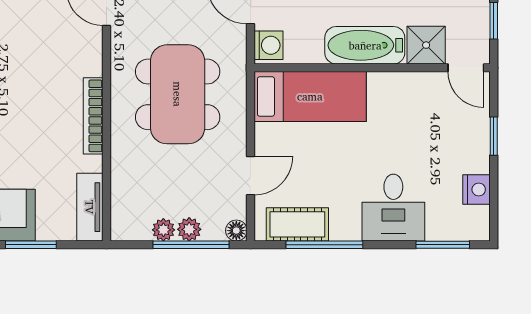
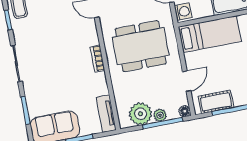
dining table: (178, 94) -> (141, 46), turned 90
bookcase: (93, 116) -> (97, 59), width x0.64
plant: (163, 230) -> (141, 114), width x1.88, depth x1.88

